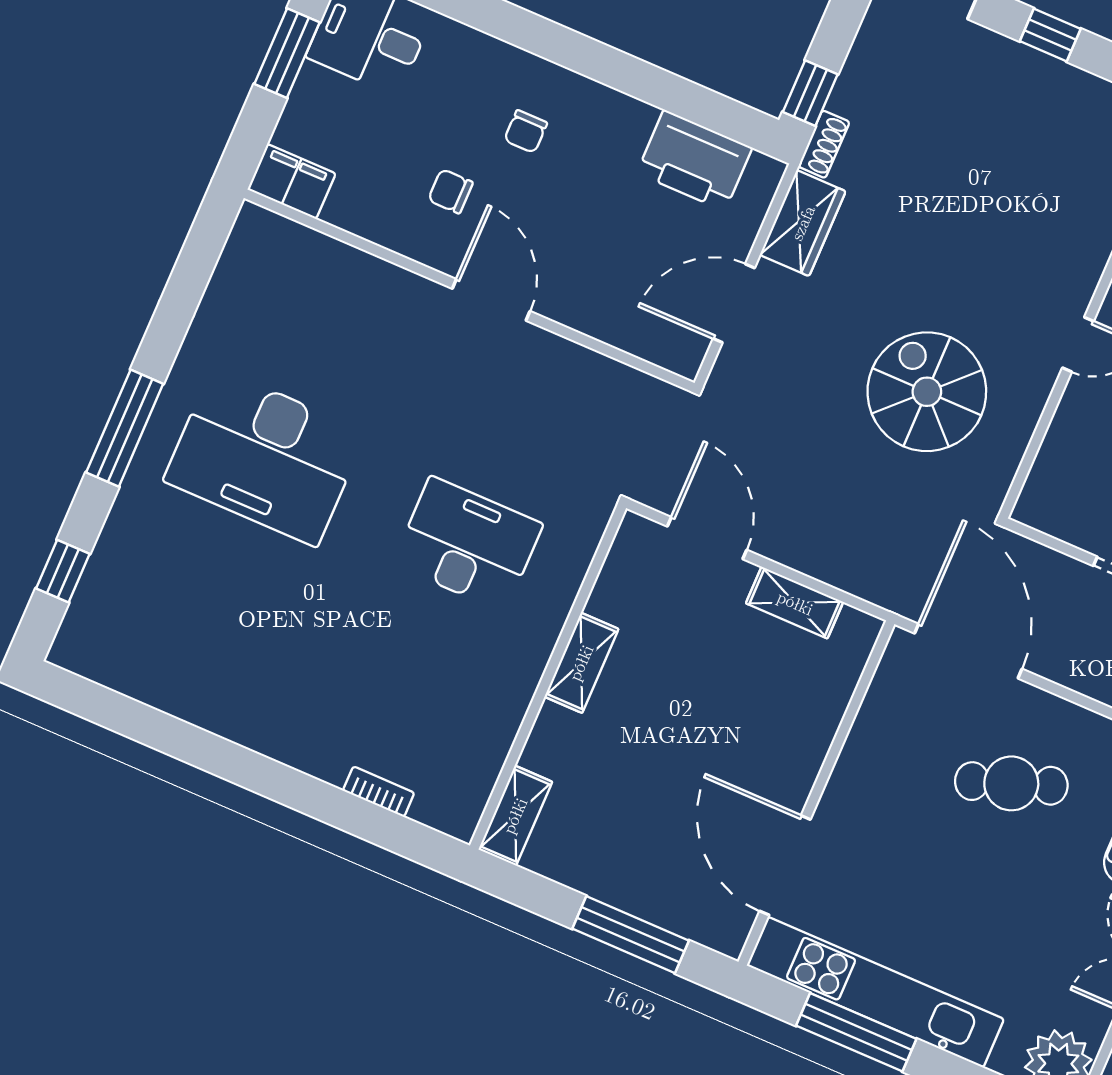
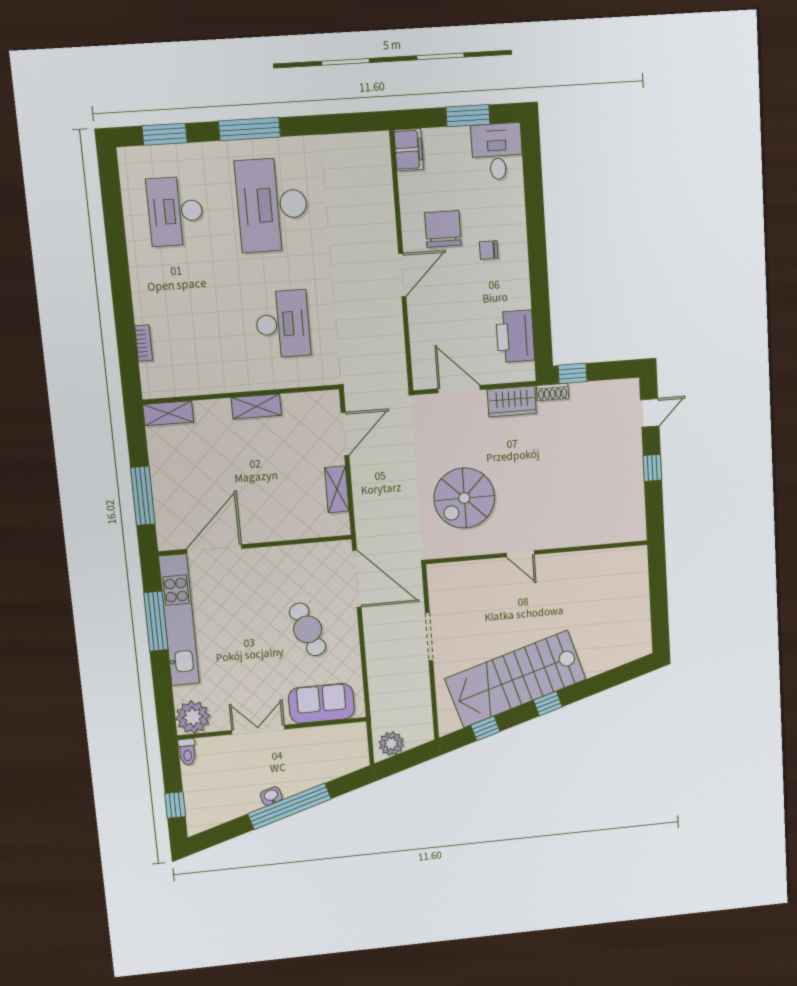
chair: (450, 191) -> (443, 229), width x1.87, depth x1.87
spiral stairs: (927, 392) -> (464, 498), turned 180
window: (63, 571) -> (165, 134), width x1.50
desk: (193, 621) -> (175, 211), added
door: (968, 651) -> (357, 579), hinge flipped

